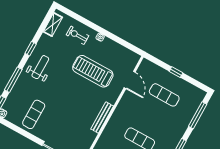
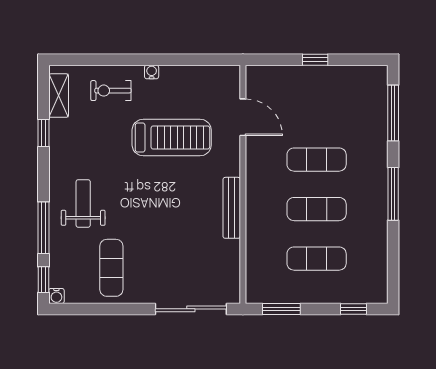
window: (31, 49) -> (43, 133), moved
weight bench: (40, 67) -> (83, 203), moved
treadmill: (93, 71) -> (172, 138), turned 180
exercise mat: (164, 95) -> (317, 160), moved

